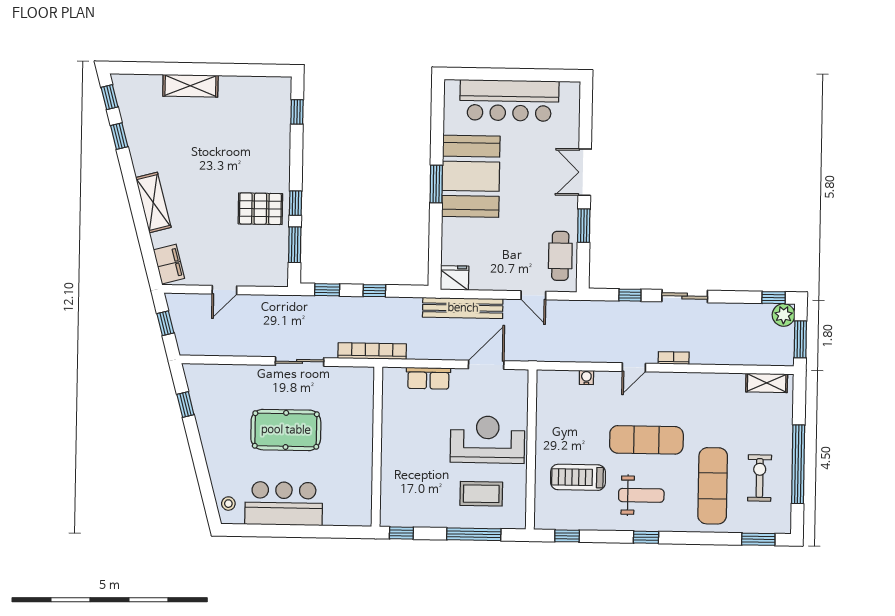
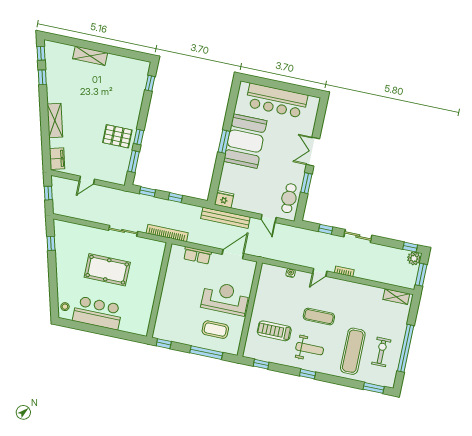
exercise mat: (646, 440) -> (319, 317), width x0.73, depth x0.69

